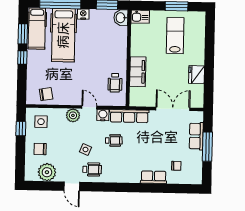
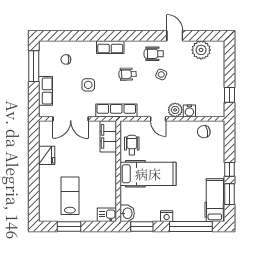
hospital bed: (63, 35) -> (148, 174), moved, turned 90
lab bench: (175, 36) -> (70, 196), turned 180
filing cabinet: (138, 72) -> (108, 136), moved
water cooler: (103, 115) -> (189, 111), moved
side table: (41, 122) -> (88, 85), moved
wheelchair: (114, 140) -> (128, 74), moved
window: (207, 147) -> (34, 66), moved
chair: (40, 149) -> (209, 74), removed
row of seats: (154, 177) -> (110, 47), moved

